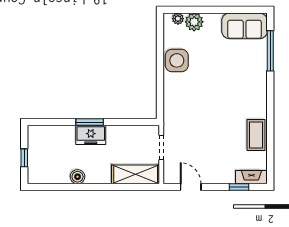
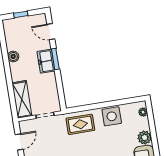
plant: (194, 22) -> (145, 138), moved
rug: (181, 103) -> (80, 124), added
door: (53, 122) -> (51, 32), added

